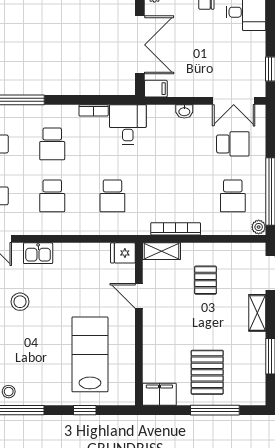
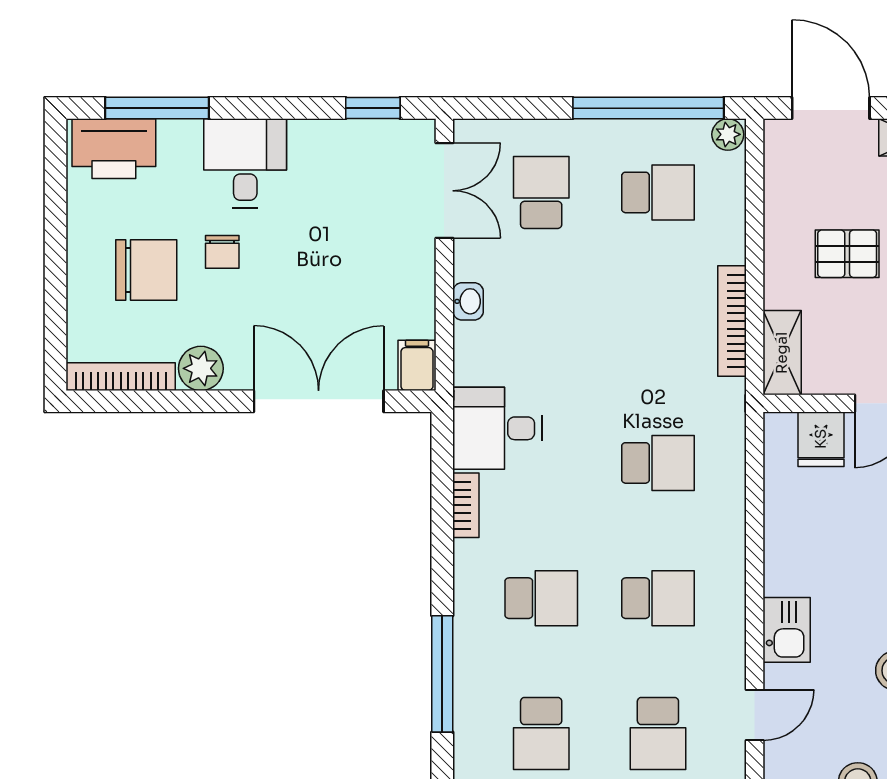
fridge: (123, 253) -> (821, 439), moved

